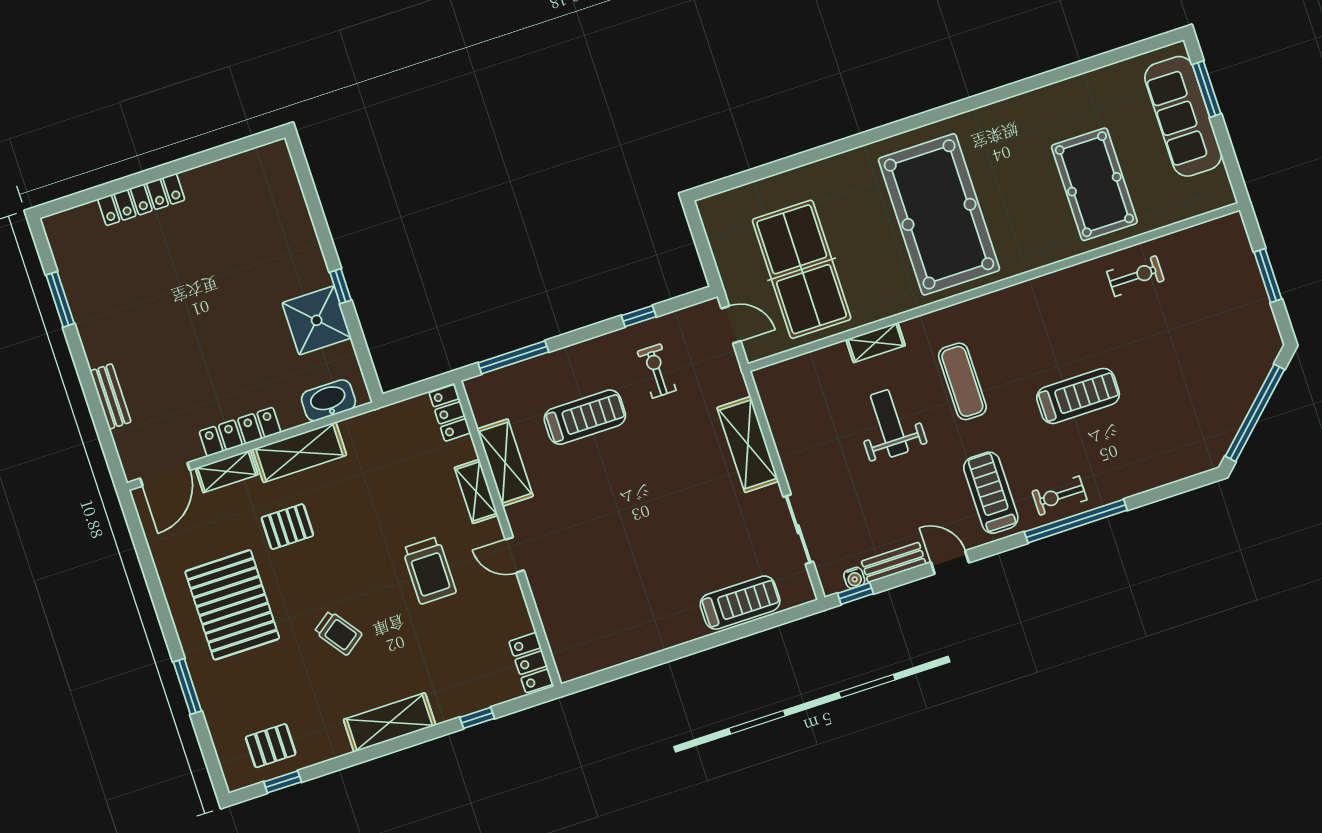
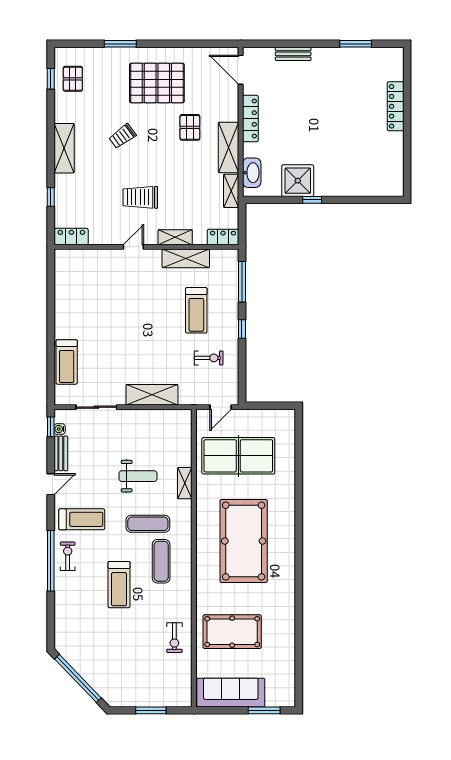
sofa: (1183, 116) -> (231, 693), moved
pool table: (939, 214) -> (244, 541), turned 90
window: (639, 316) -> (242, 329), moved
exercise mat: (1017, 339) -> (161, 561), added
shelving: (227, 471) -> (231, 191), moved

